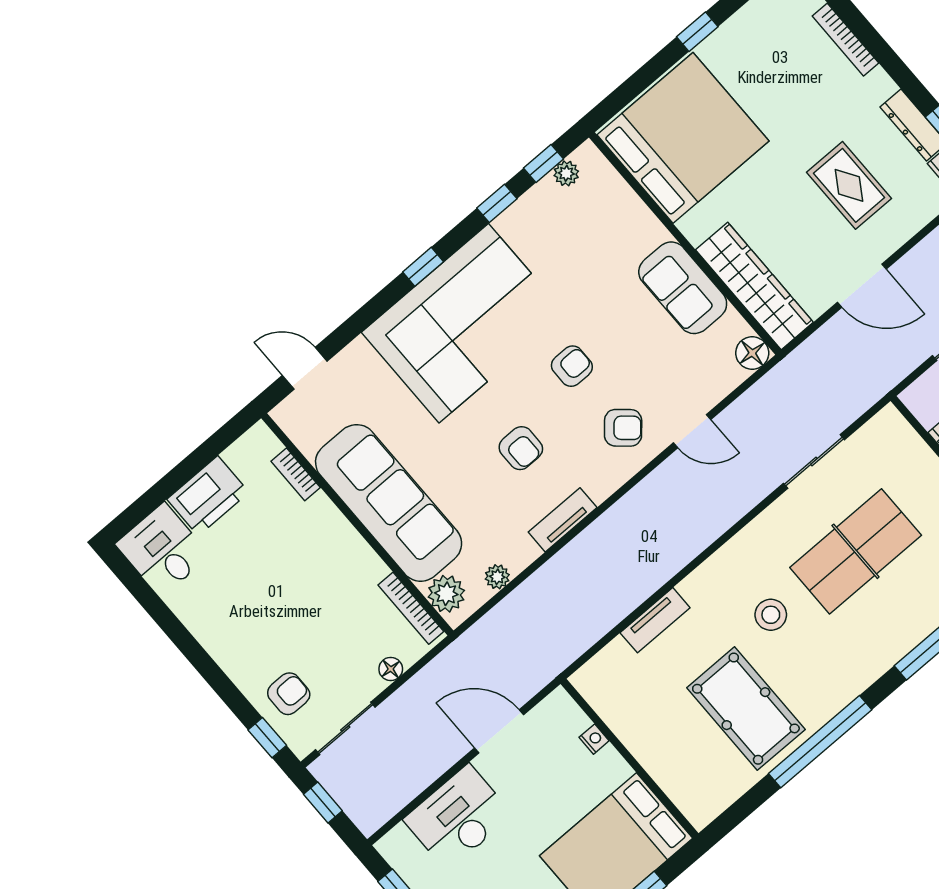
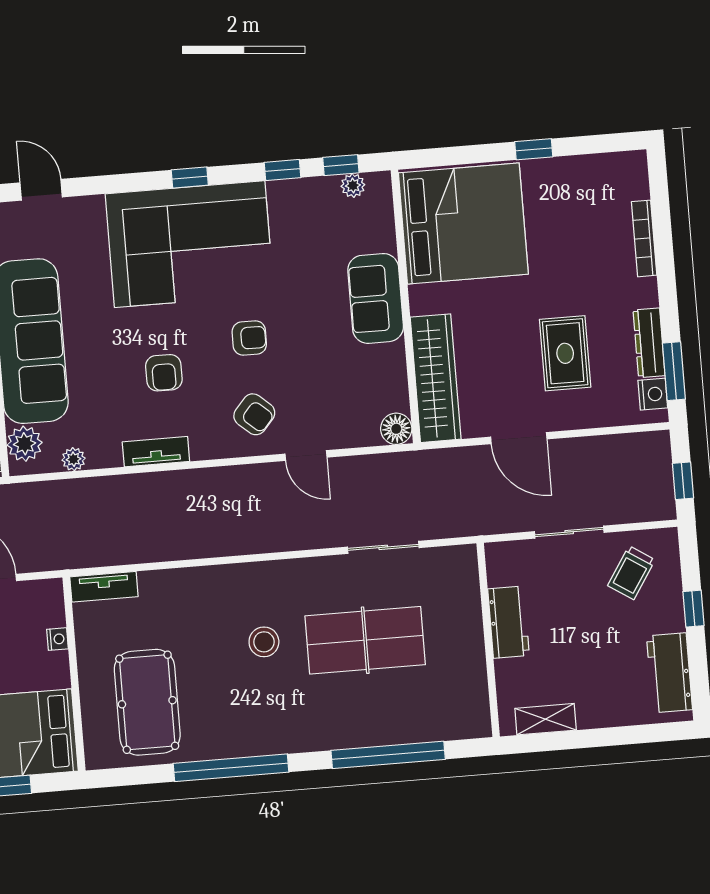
sofa: (683, 288) -> (376, 298), moved
tv unit: (655, 620) -> (104, 587), moved
pool table: (746, 709) -> (147, 702), moved

